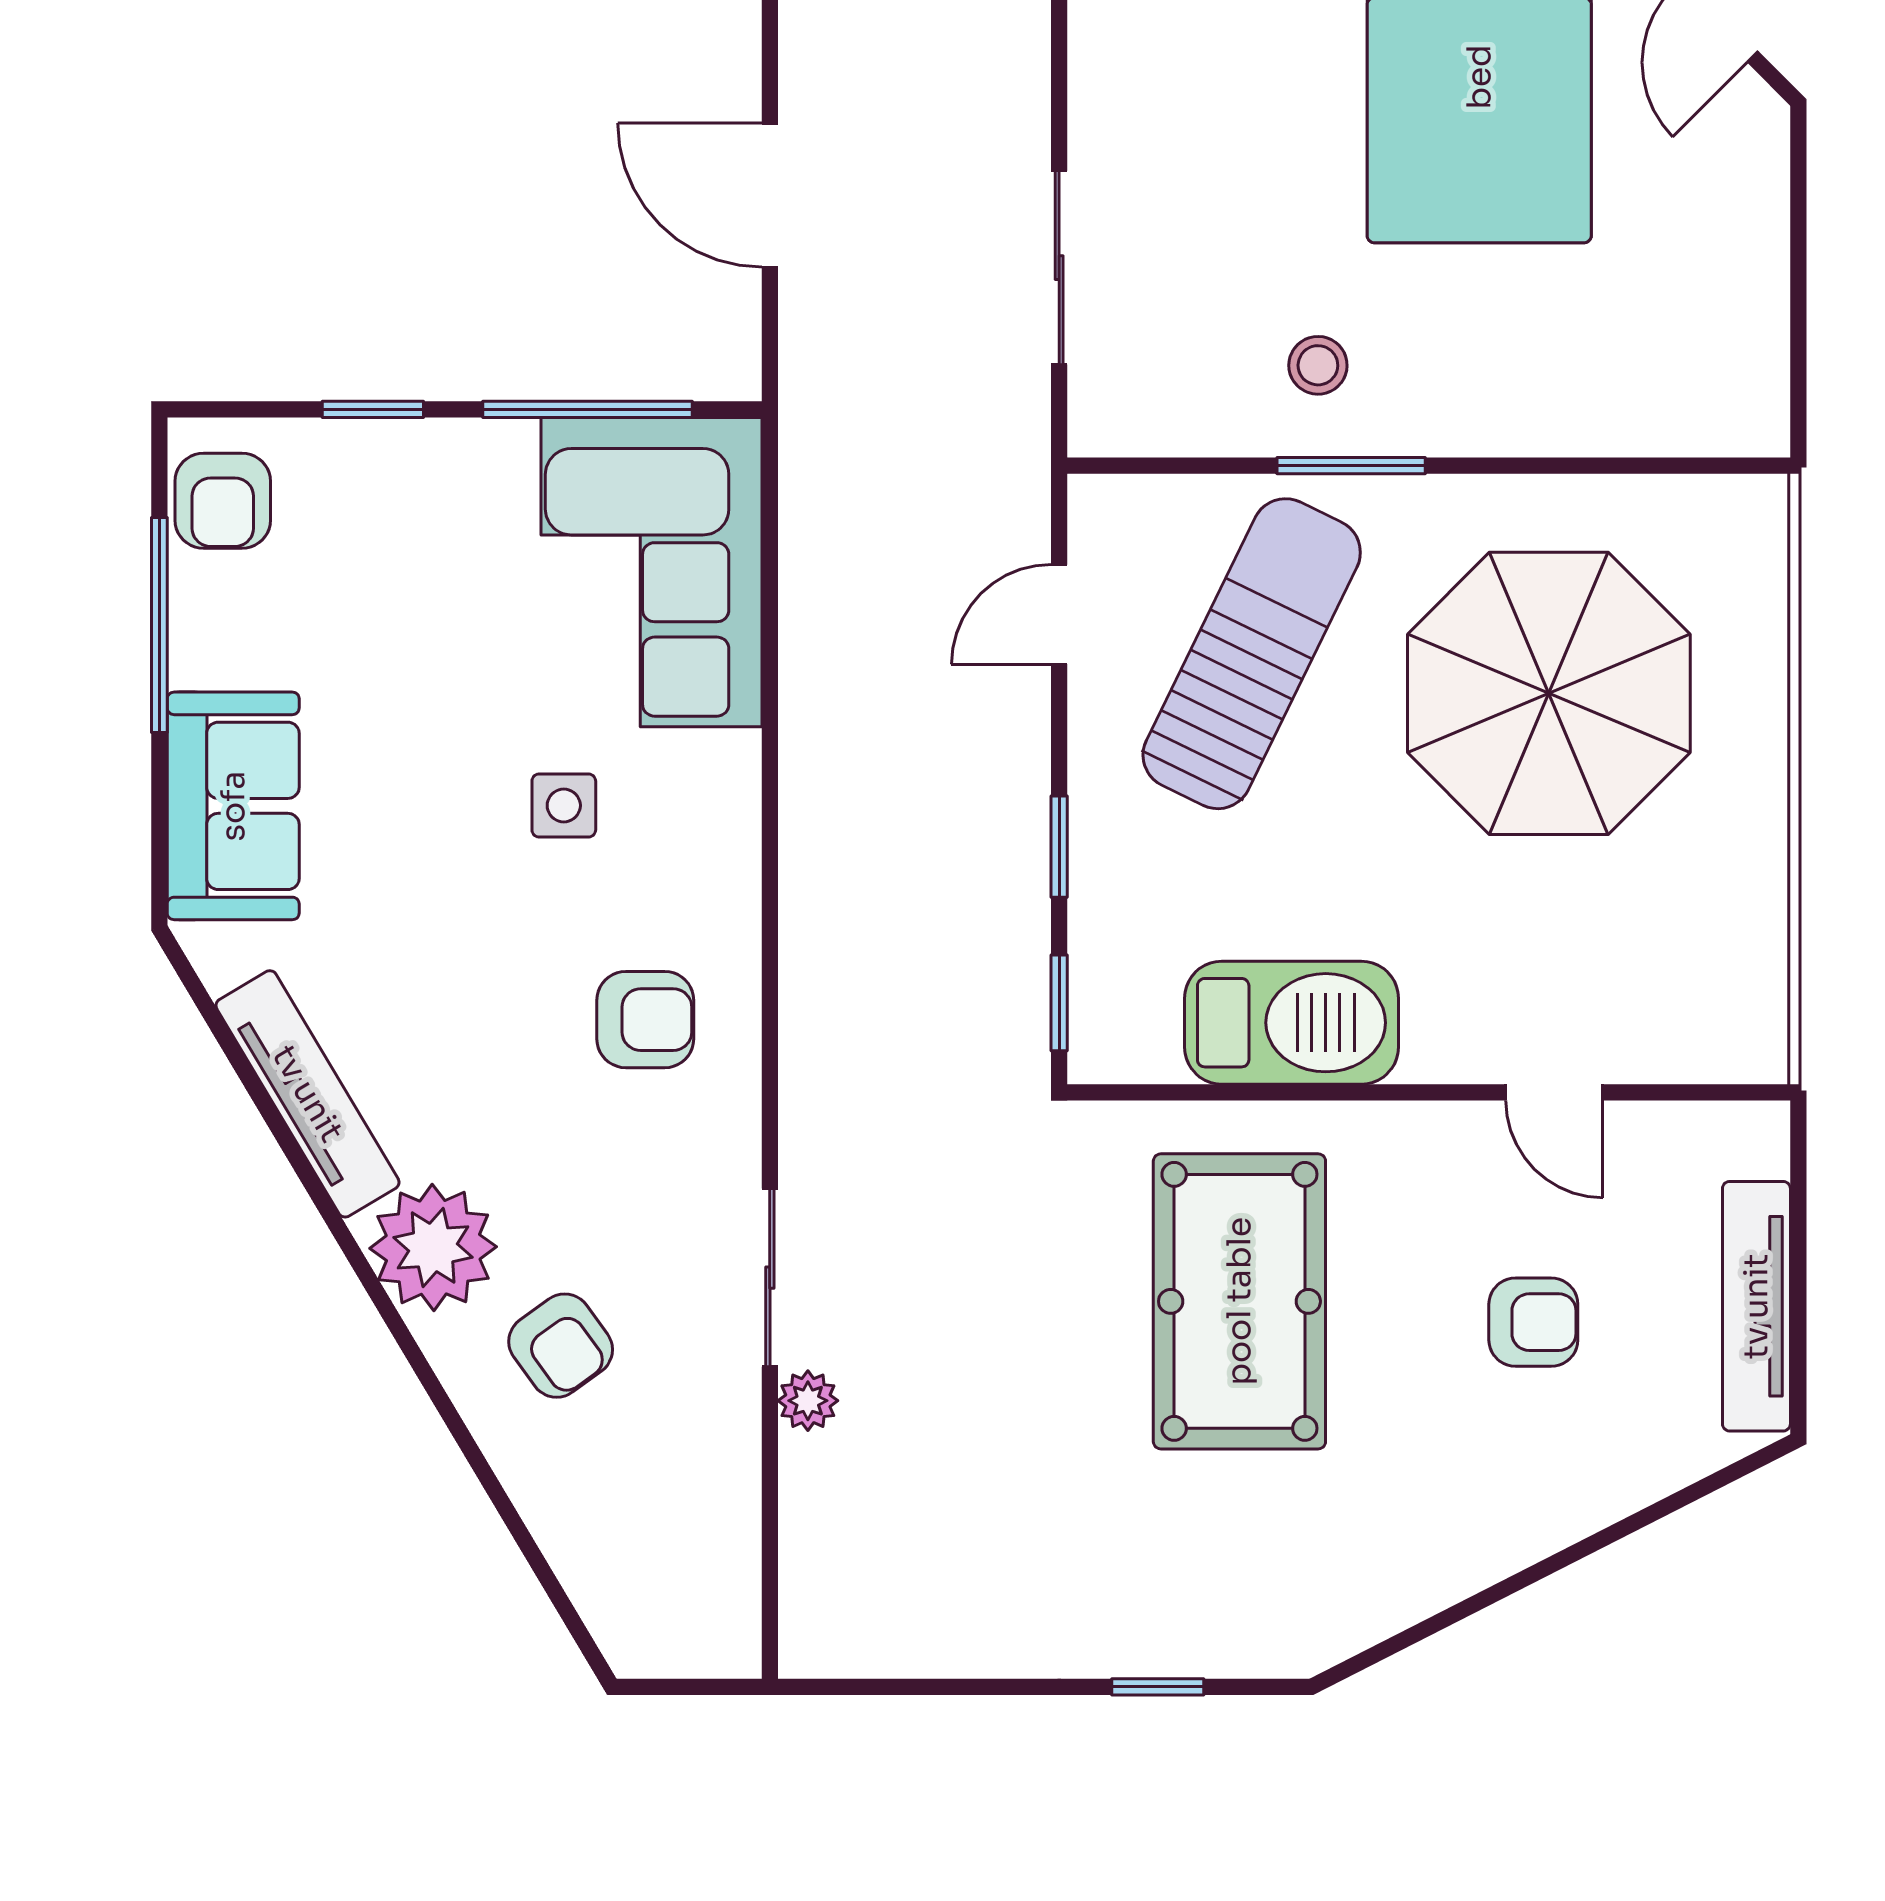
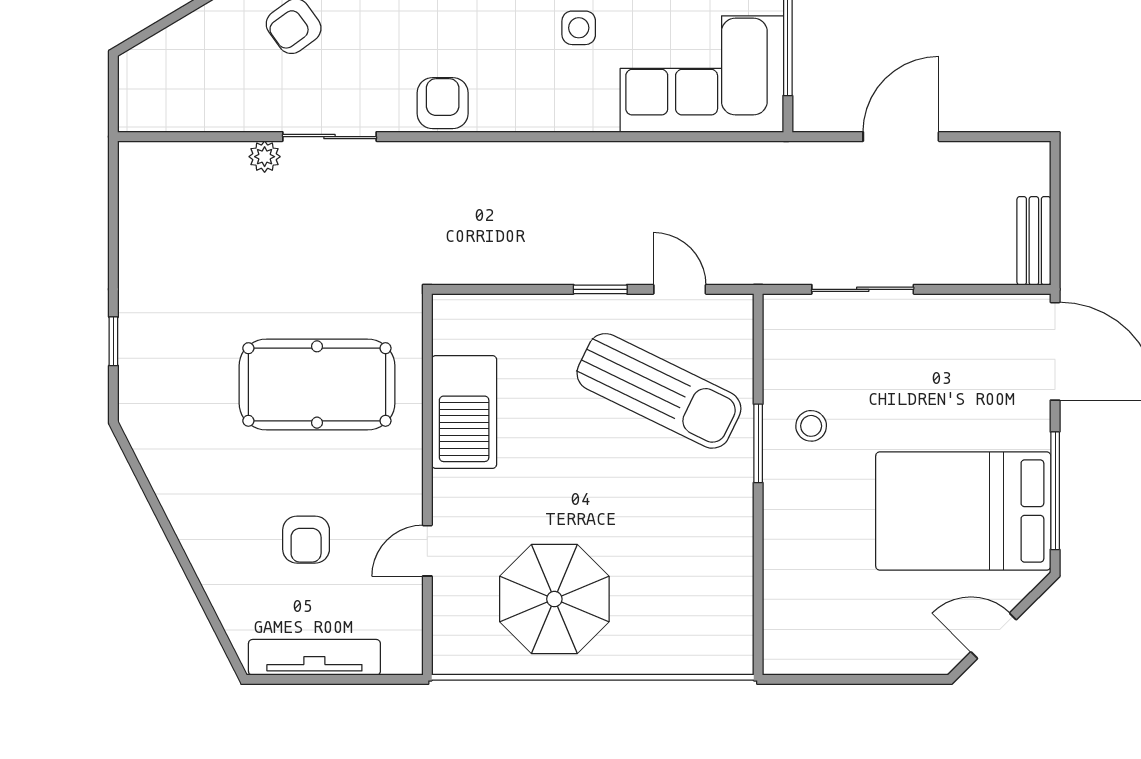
parasol: (1549, 693) -> (554, 599), moved, width x0.73, depth x0.73
window: (1059, 847) -> (600, 289), moved
window: (1059, 1003) -> (475, 289), removed
armchair: (645, 1020) -> (443, 103), moved, turned 180

